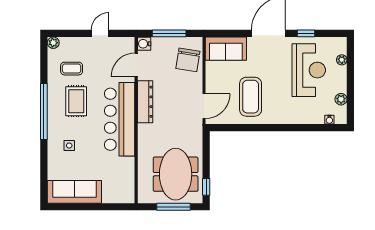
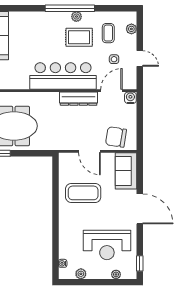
window: (169, 33) -> (140, 120), removed
window: (306, 33) -> (140, 263), moved
plant: (53, 43) -> (131, 29), moved
door: (136, 65) -> (111, 91), hinge flipped
plant: (53, 104) -> (76, 17), added
door: (204, 106) -> (89, 151), moved
side table: (69, 146) -> (114, 59), moved

